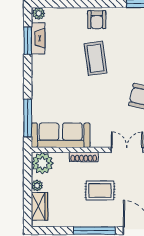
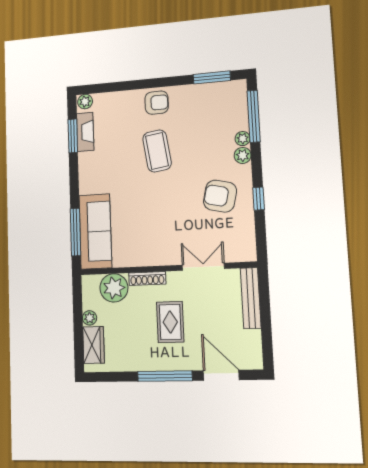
armchair: (97, 20) -> (157, 103), turned -90
sofa: (61, 135) -> (95, 231), moved, turned 90
plant: (42, 163) -> (114, 288), moved
rug: (100, 190) -> (170, 322), turned 90

